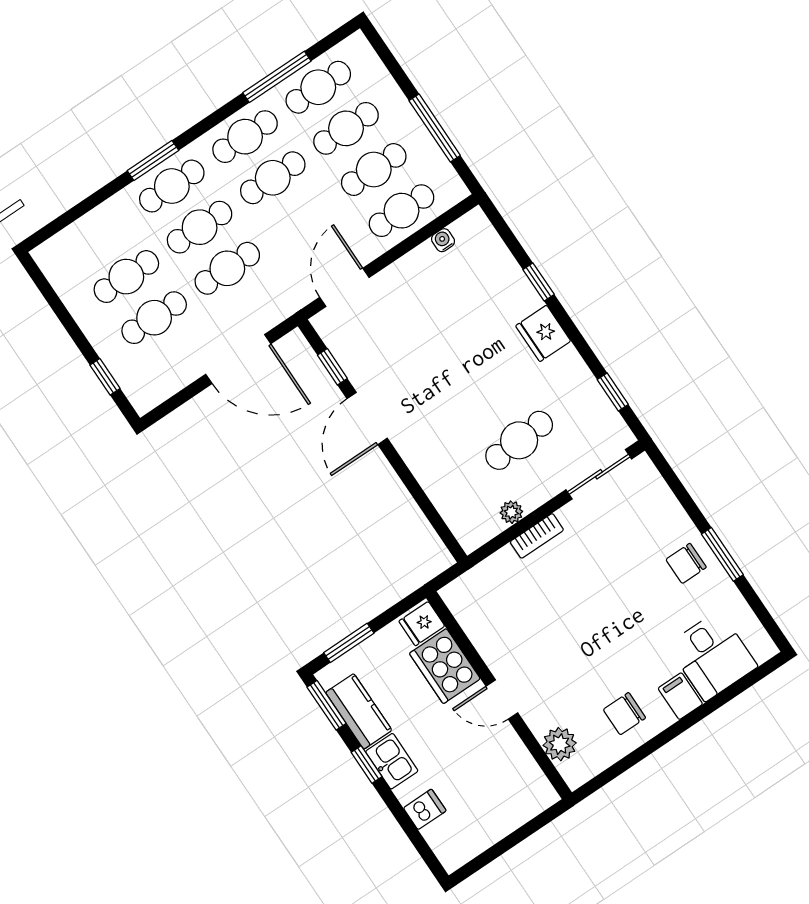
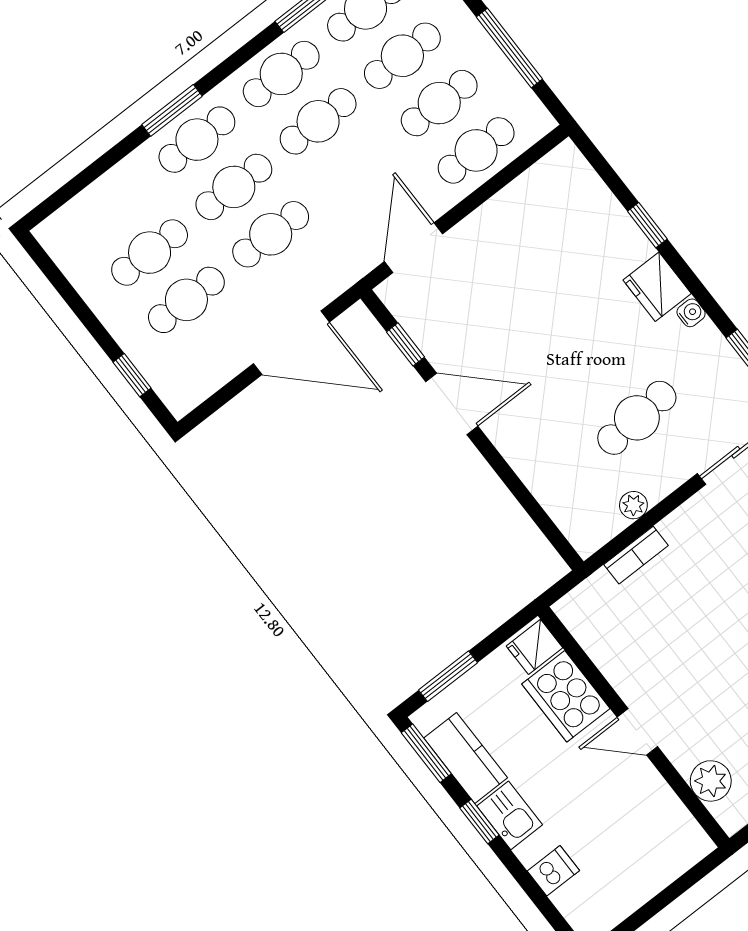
water cooler: (443, 240) -> (691, 313), moved, turned 90
door: (367, 418) -> (452, 404), swing flipped
bookcase: (537, 536) -> (636, 555), moved

